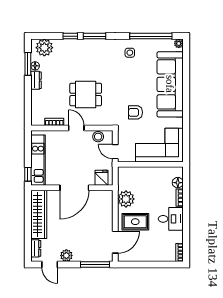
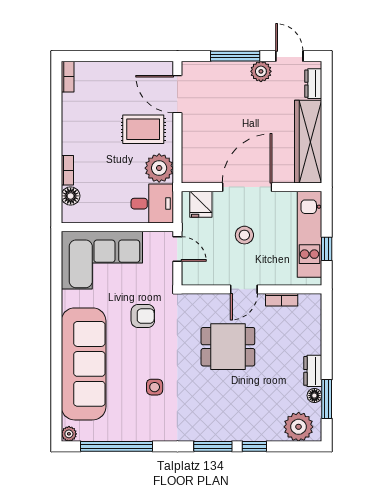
side table: (130, 53) -> (155, 387), moved
door: (76, 128) -> (244, 289), hinge flipped
stool: (98, 137) -> (244, 235), moved
window: (28, 174) -> (327, 249), moved
desk: (171, 219) -> (152, 204), moved, turned 180
door: (115, 242) -> (177, 94), hinge flipped
window: (95, 265) -> (235, 56), moved

